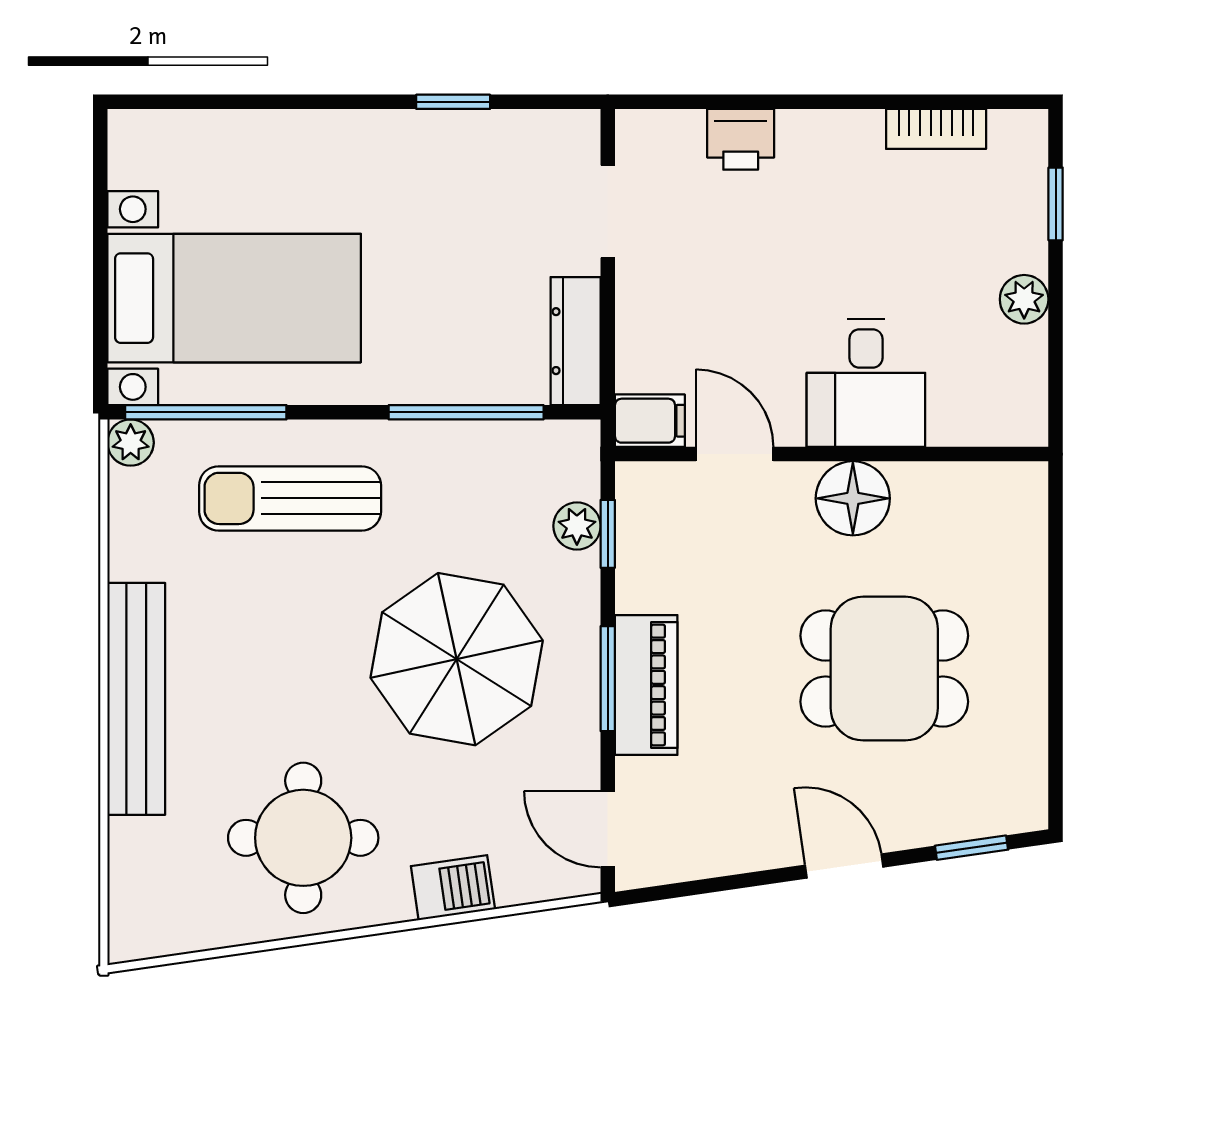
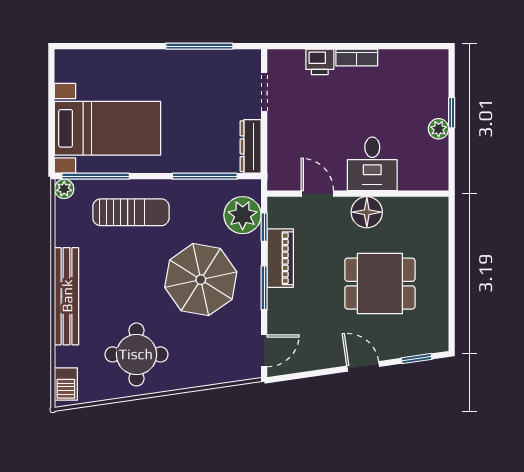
window: (453, 102) -> (199, 46), width x2.17
bookcase: (936, 129) -> (357, 57), moved
window: (1056, 204) -> (452, 113), moved
filing cabinet: (650, 421) -> (282, 180), removed
sun lounger: (290, 498) -> (131, 212), turned 180
plant: (577, 526) -> (243, 215), width x1.88, depth x1.88
piano: (646, 685) -> (280, 258), moved
door: (608, 829) -> (264, 351), swing flipped
barbecue: (453, 888) -> (66, 384), moved, turned 98

